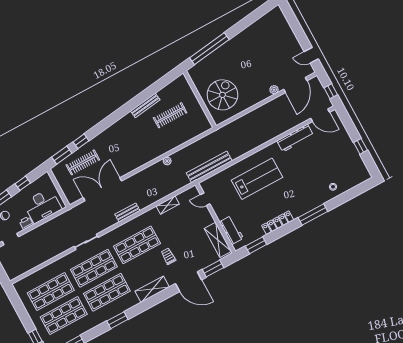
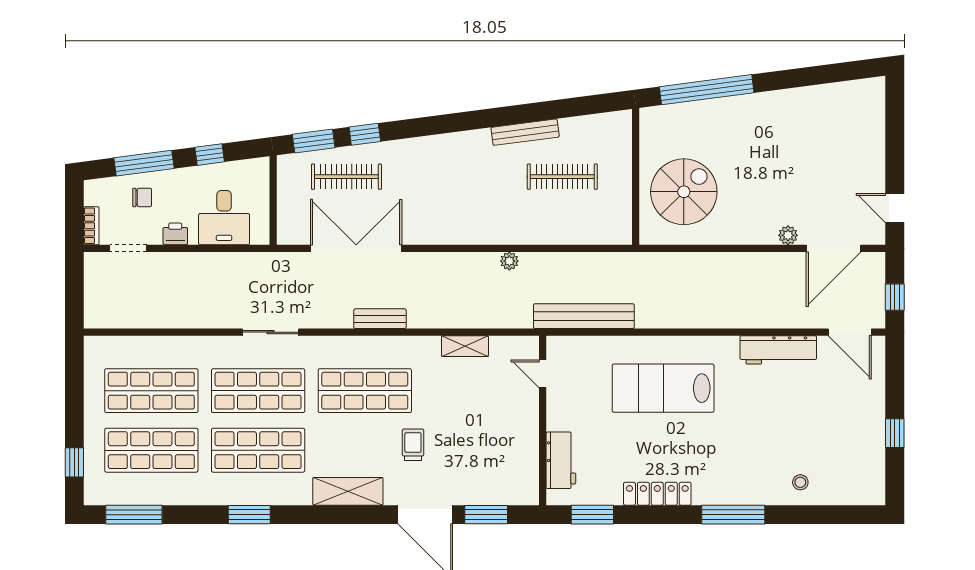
lab bench: (257, 179) -> (663, 388), turned 180
desk: (42, 206) -> (224, 218), width x0.73
shelving: (218, 240) -> (525, 465), removed

